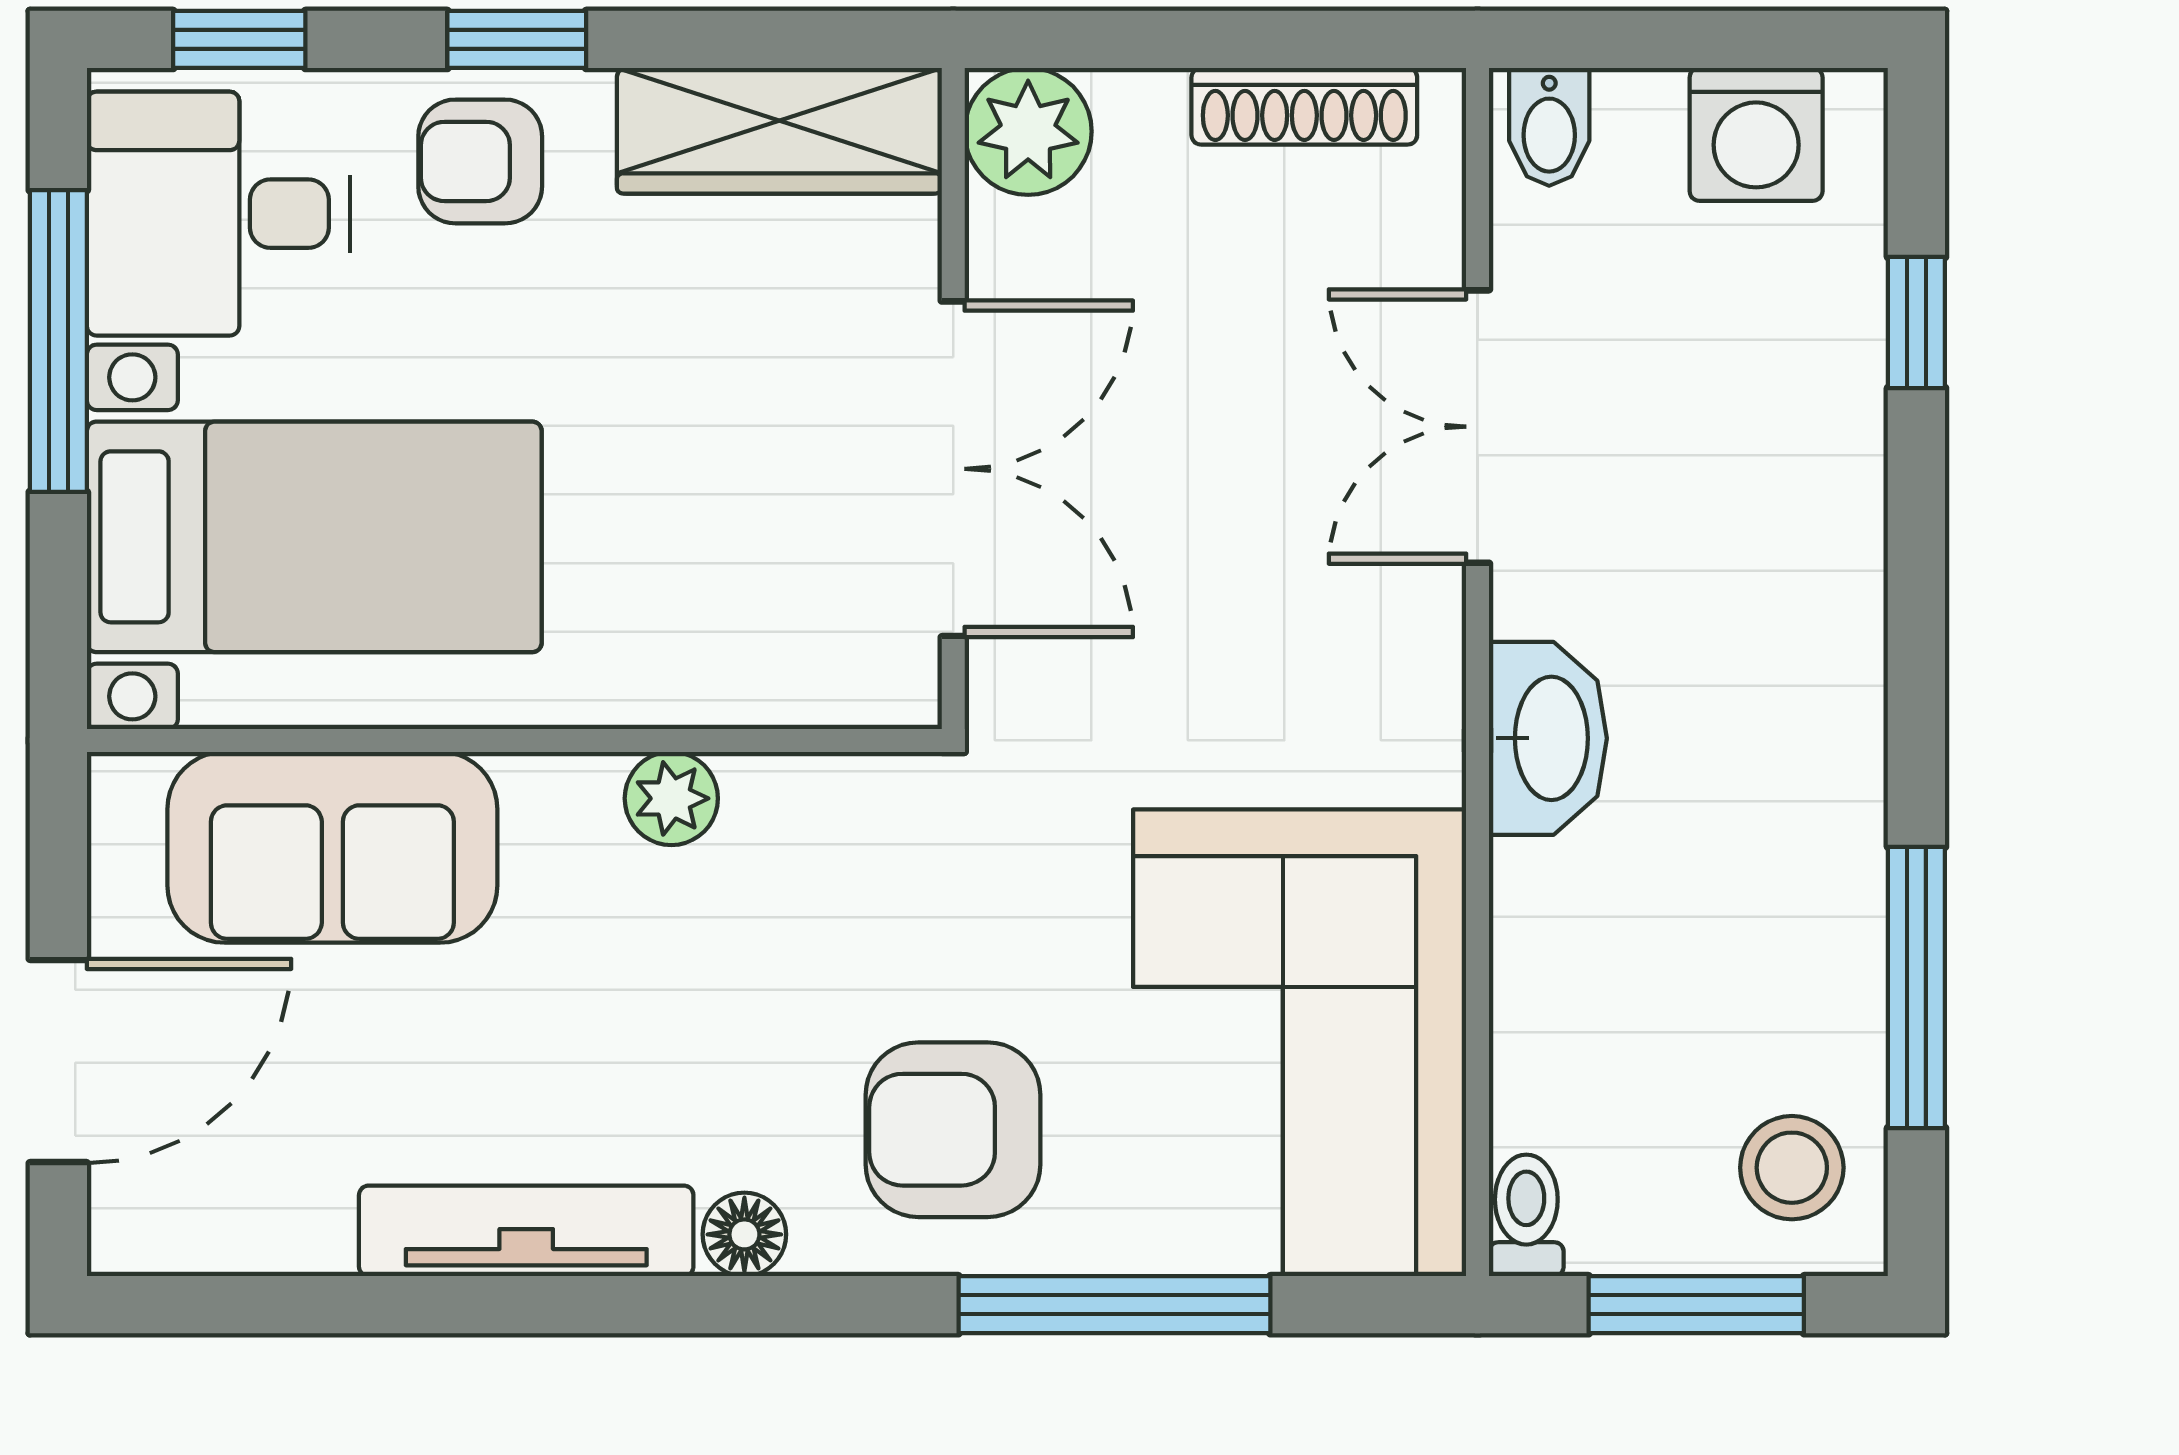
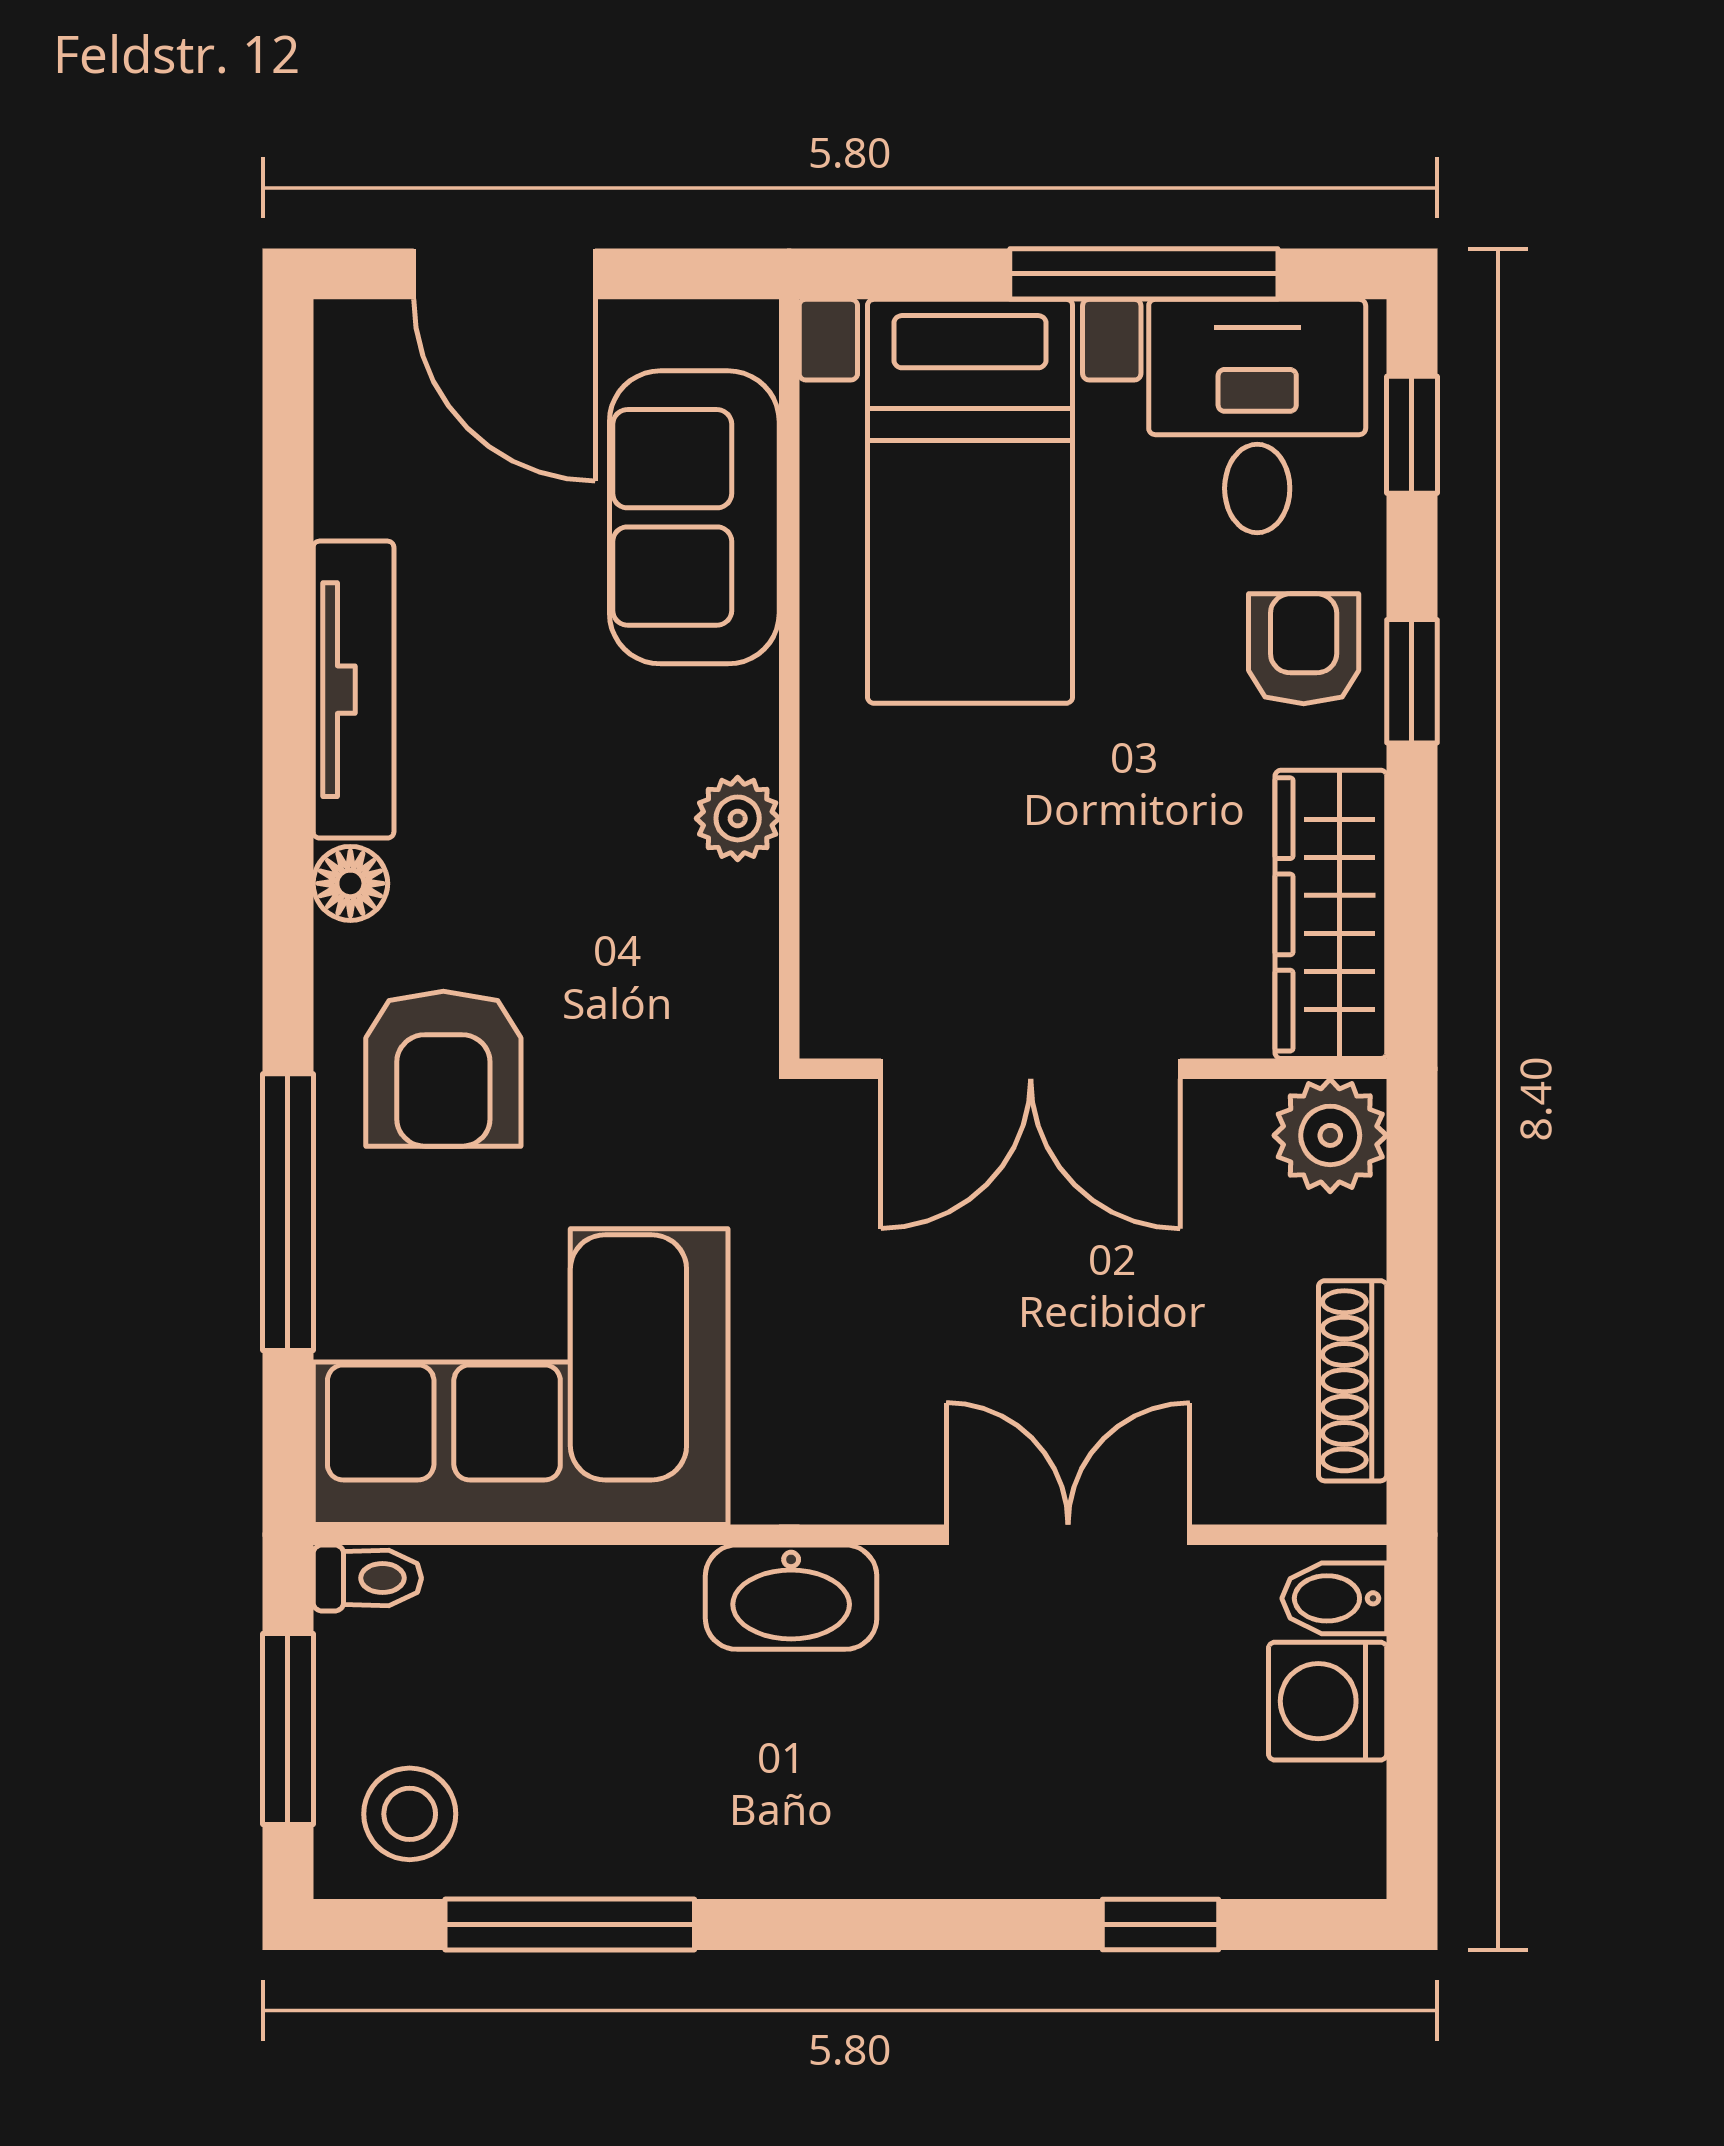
washing machine: (1756, 134) -> (1328, 1701), moved
armchair: (953, 1130) -> (443, 1069), turned 180

